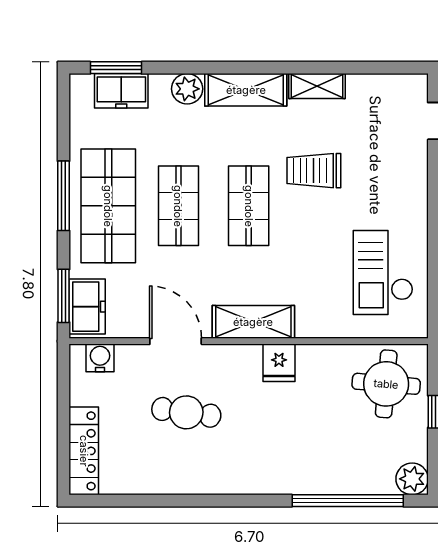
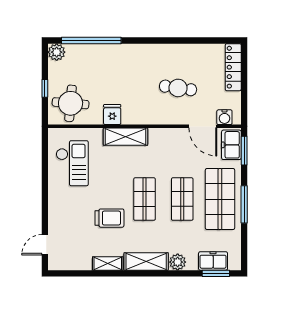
shelving: (253, 322) -> (125, 137), moved
door: (176, 341) -> (203, 126), moved
fridge: (279, 363) -> (112, 115), moved

